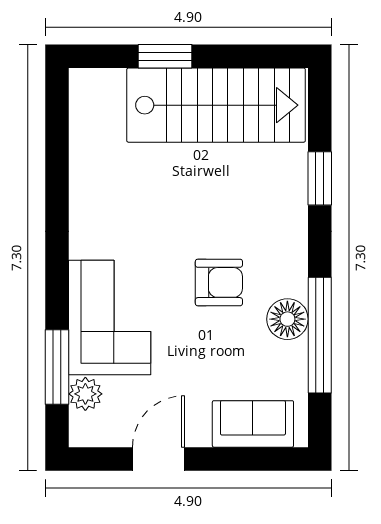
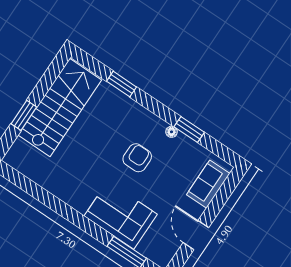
floor lamp: (287, 319) -> (172, 132), width x0.53, depth x0.53
window: (320, 335) -> (189, 130), width x0.47
plant: (85, 394) -> (147, 248), removed

